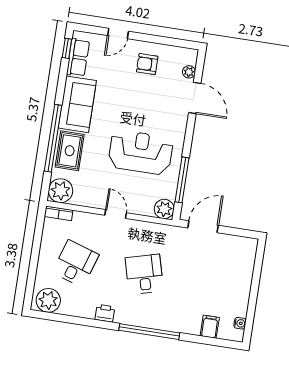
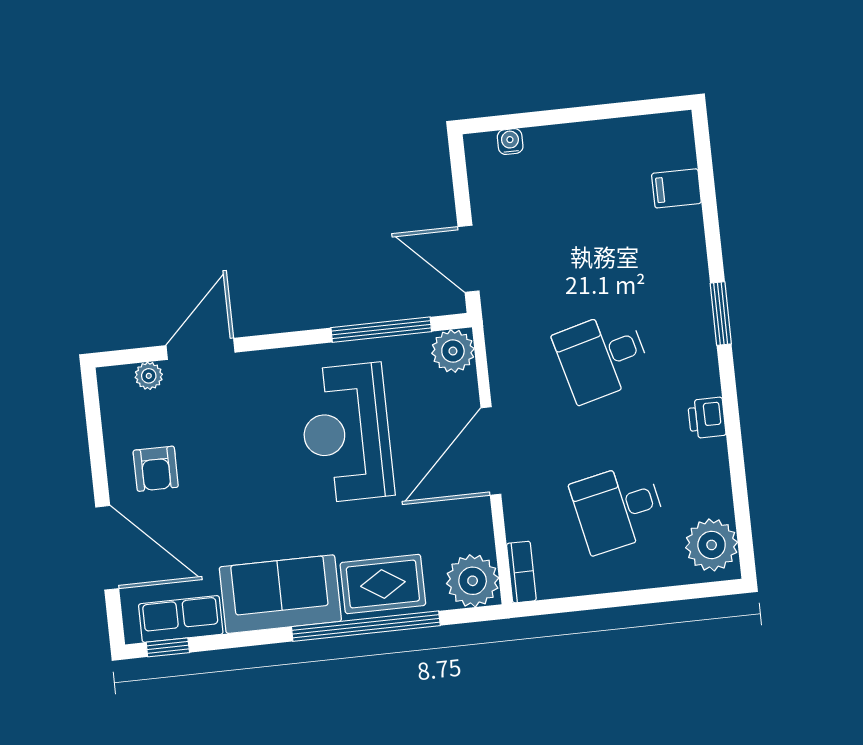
door: (118, 33) -> (107, 548), width x1.87
door: (116, 214) -> (491, 451), width x1.87
desk: (75, 264) -> (618, 508), turned -30
water cooler: (240, 323) -> (510, 142), moved
window: (149, 332) -> (721, 314), width x0.47

